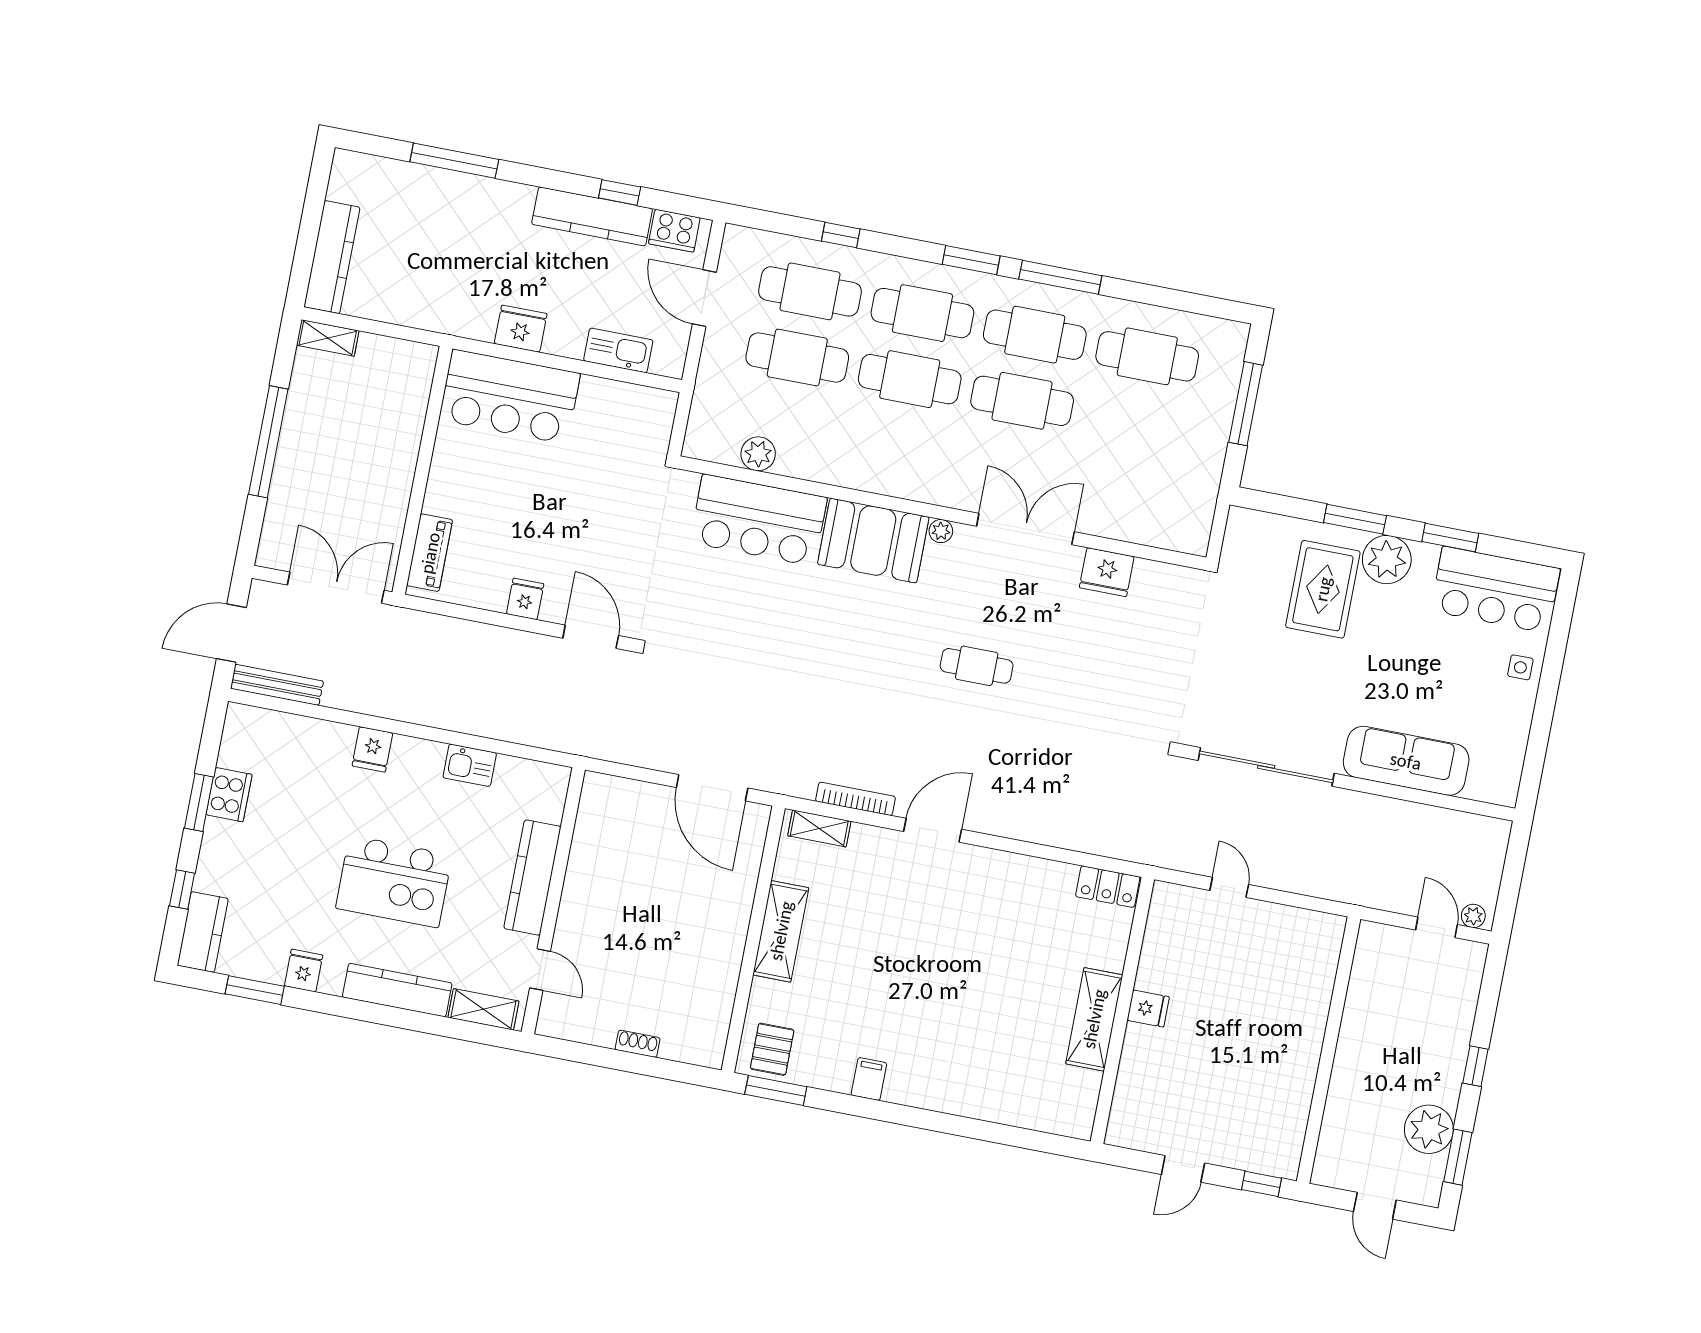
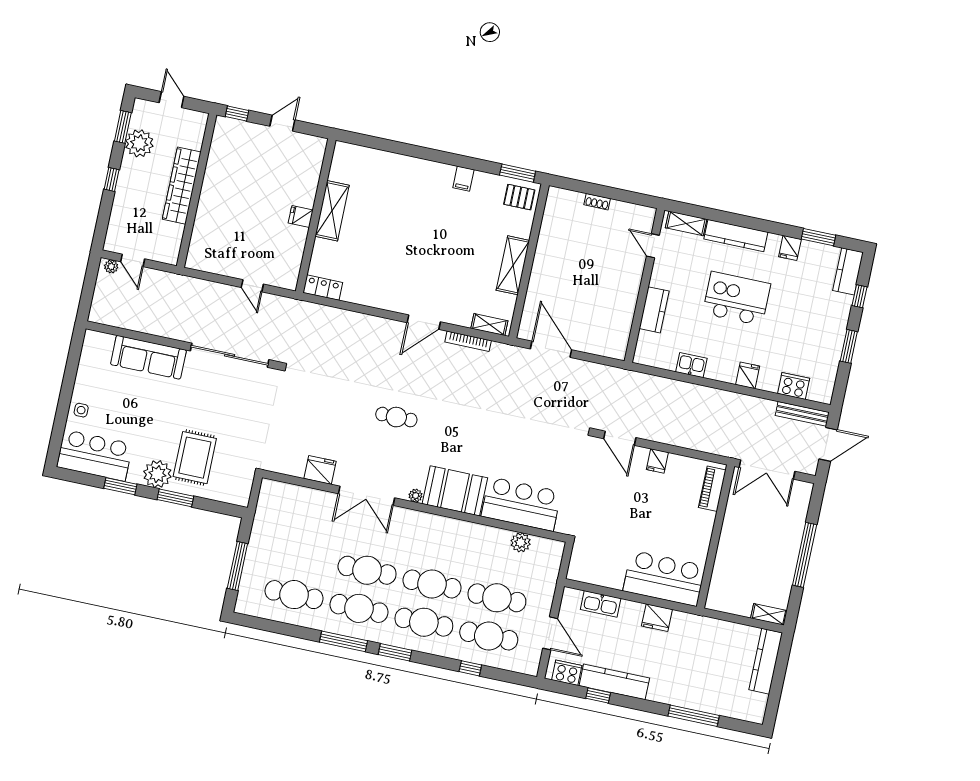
cooker: (229, 795) -> (794, 386), moved, turned 90
kitchen counter: (532, 877) -> (654, 310), width x0.67
pallet: (772, 1049) -> (519, 197), turned 90
wardrobe: (1354, 1058) -> (182, 186), added

